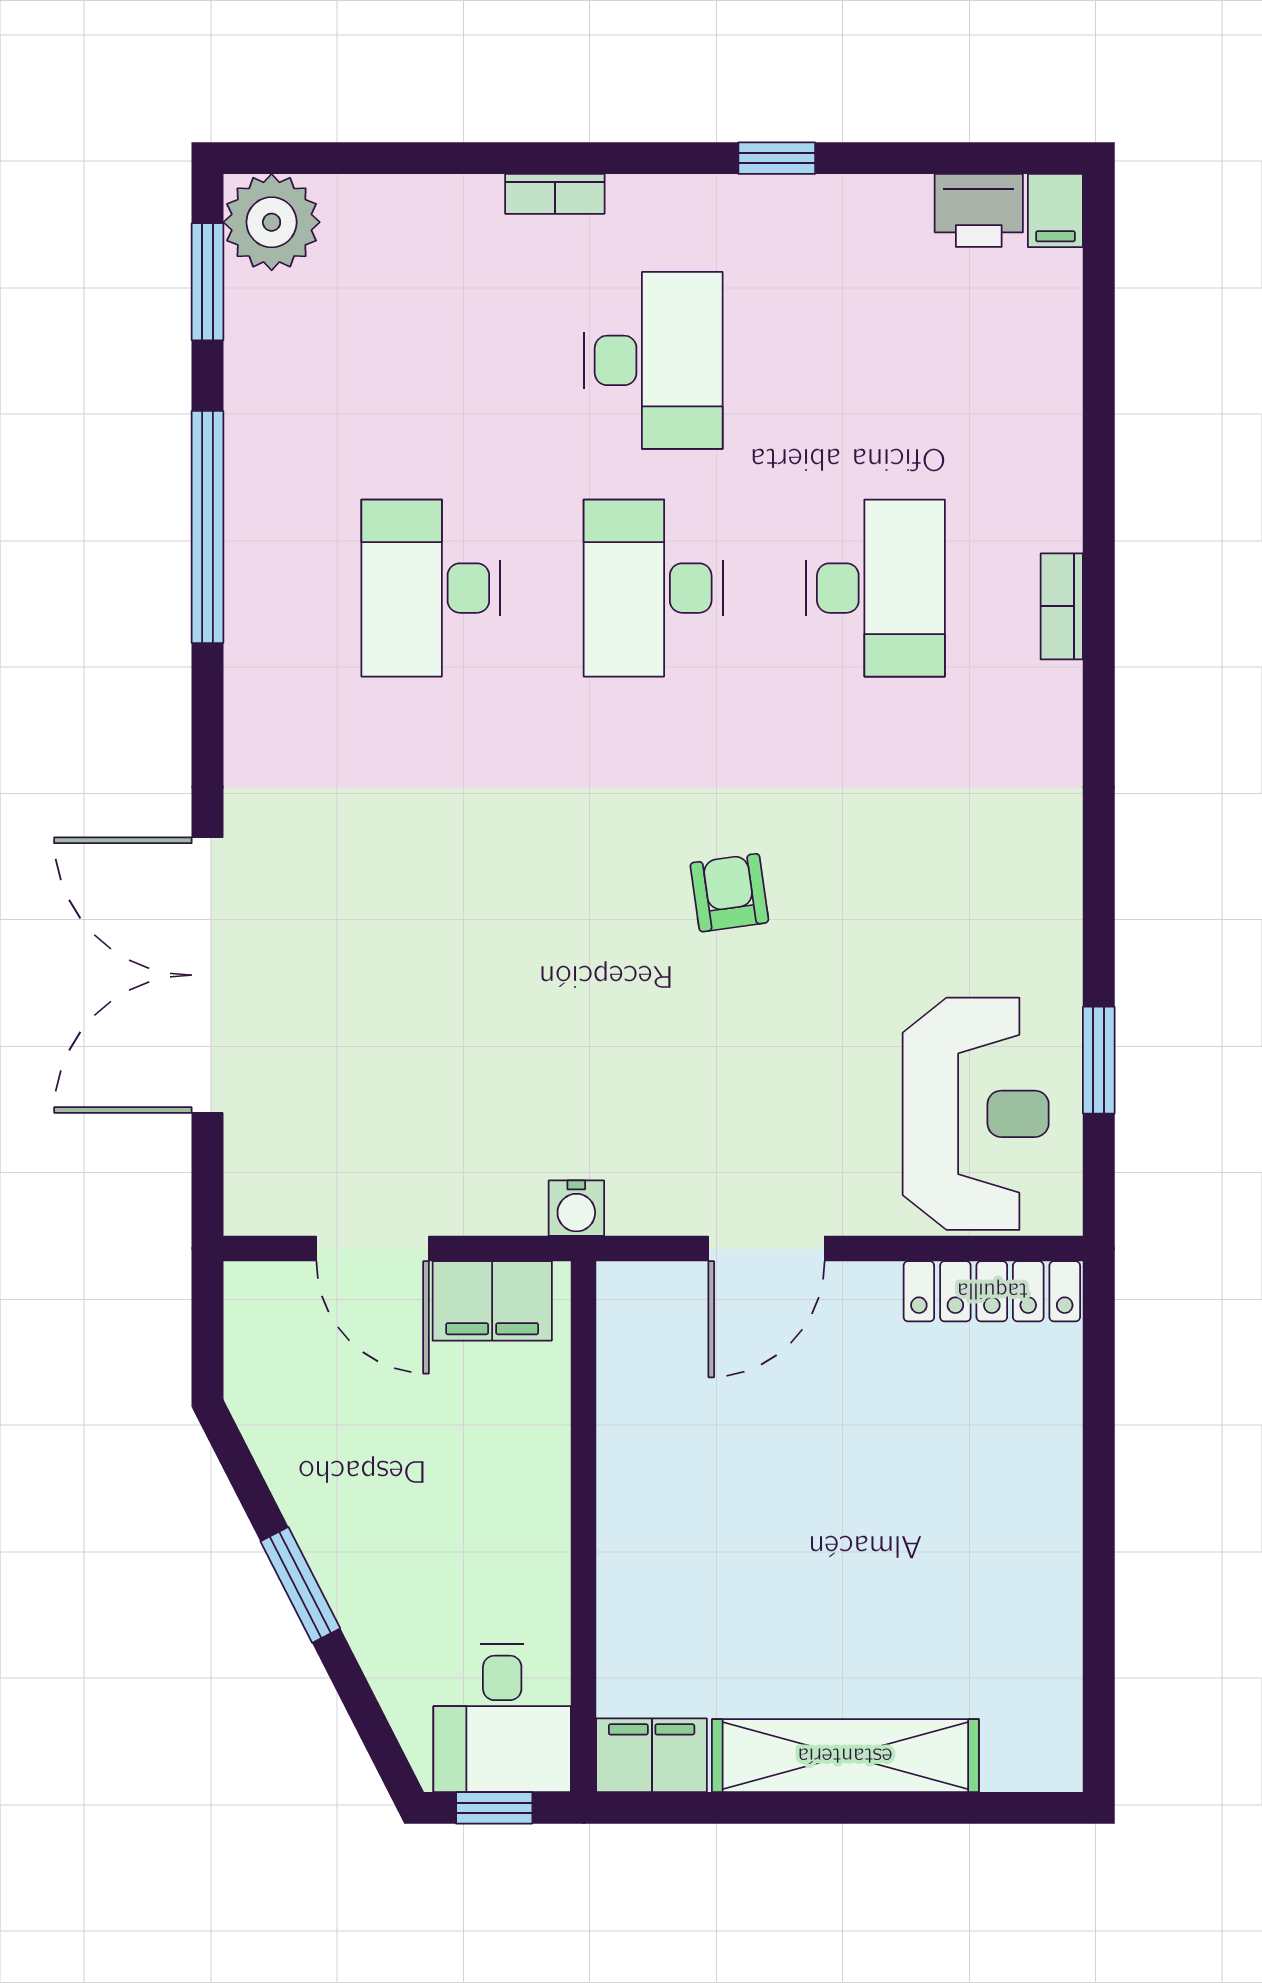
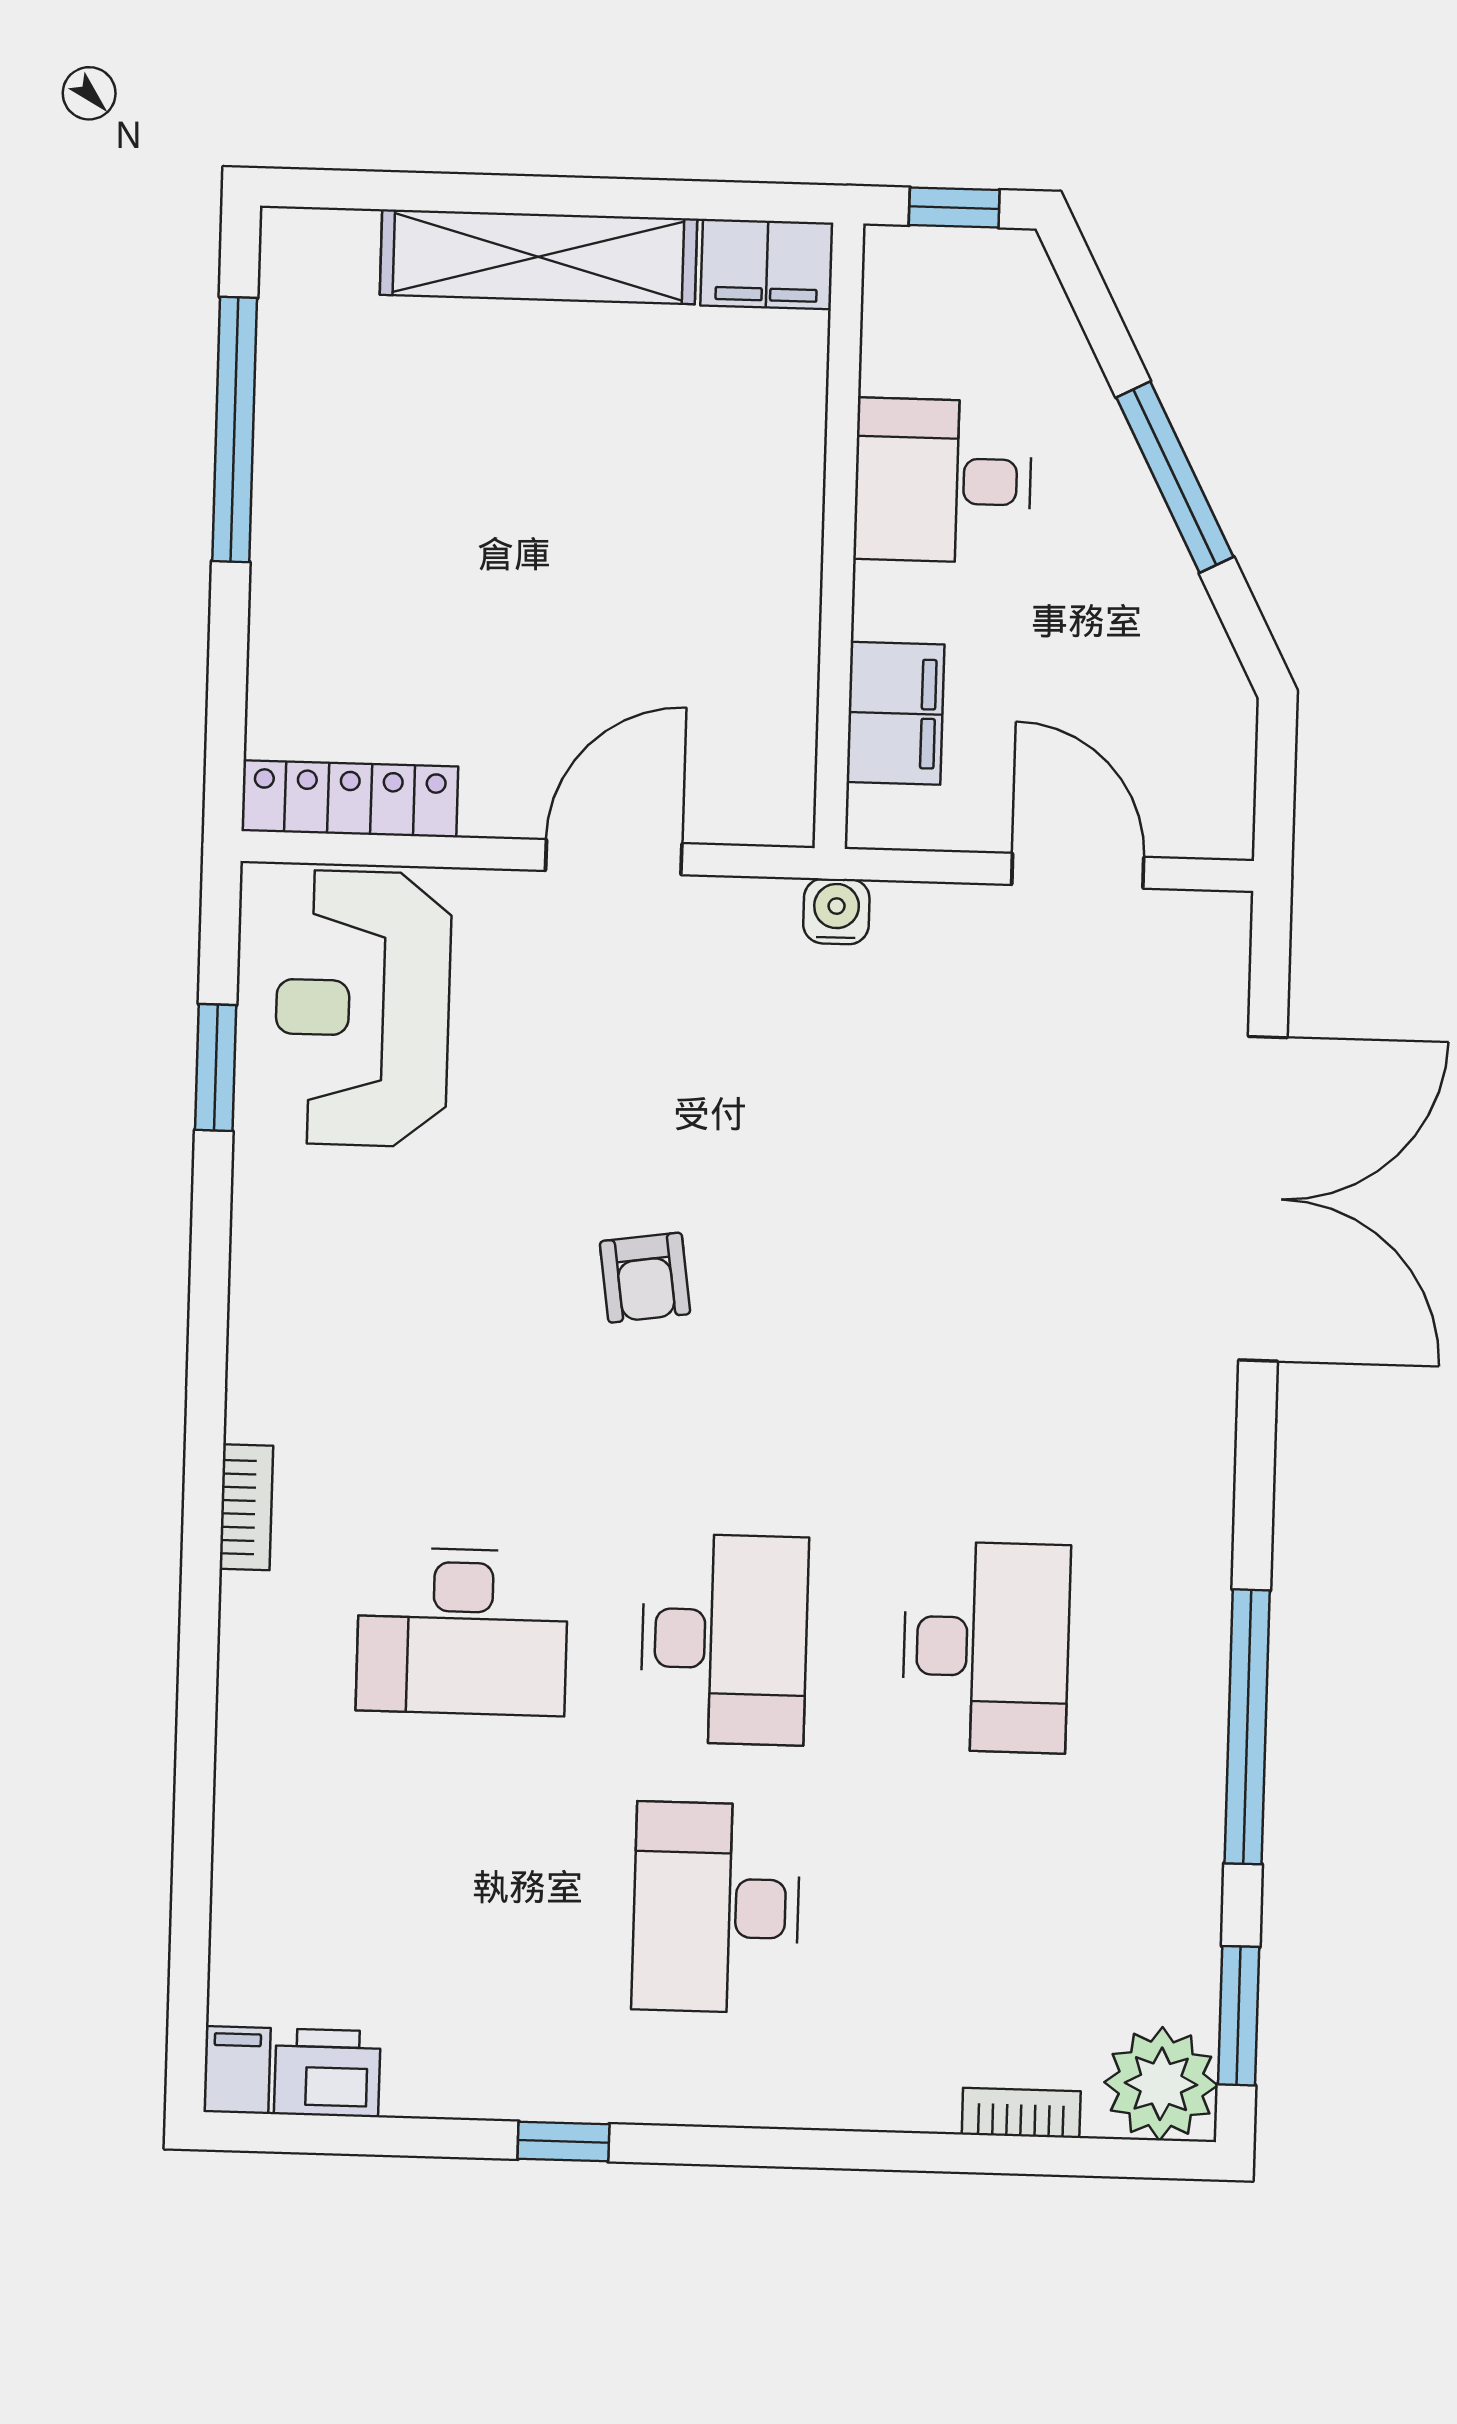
bookcase: (555, 194) -> (1021, 2113), moved
desk: (875, 588) -> (462, 1632), turned -90
bookcase: (1062, 606) -> (246, 1507), moved
filing cabinet: (492, 1301) -> (895, 713), moved, turned 90
window: (300, 1585) -> (1175, 477), width x1.44
window: (1099, 1602) -> (235, 429), added
desk: (502, 1718) -> (943, 481), moved, turned -90

